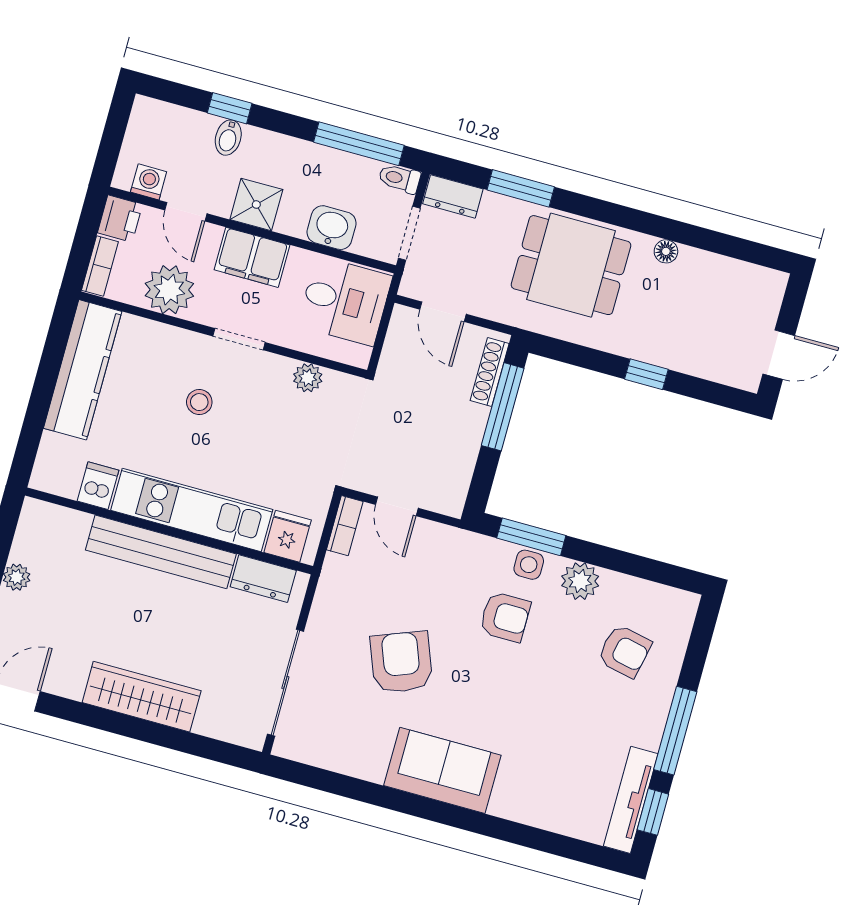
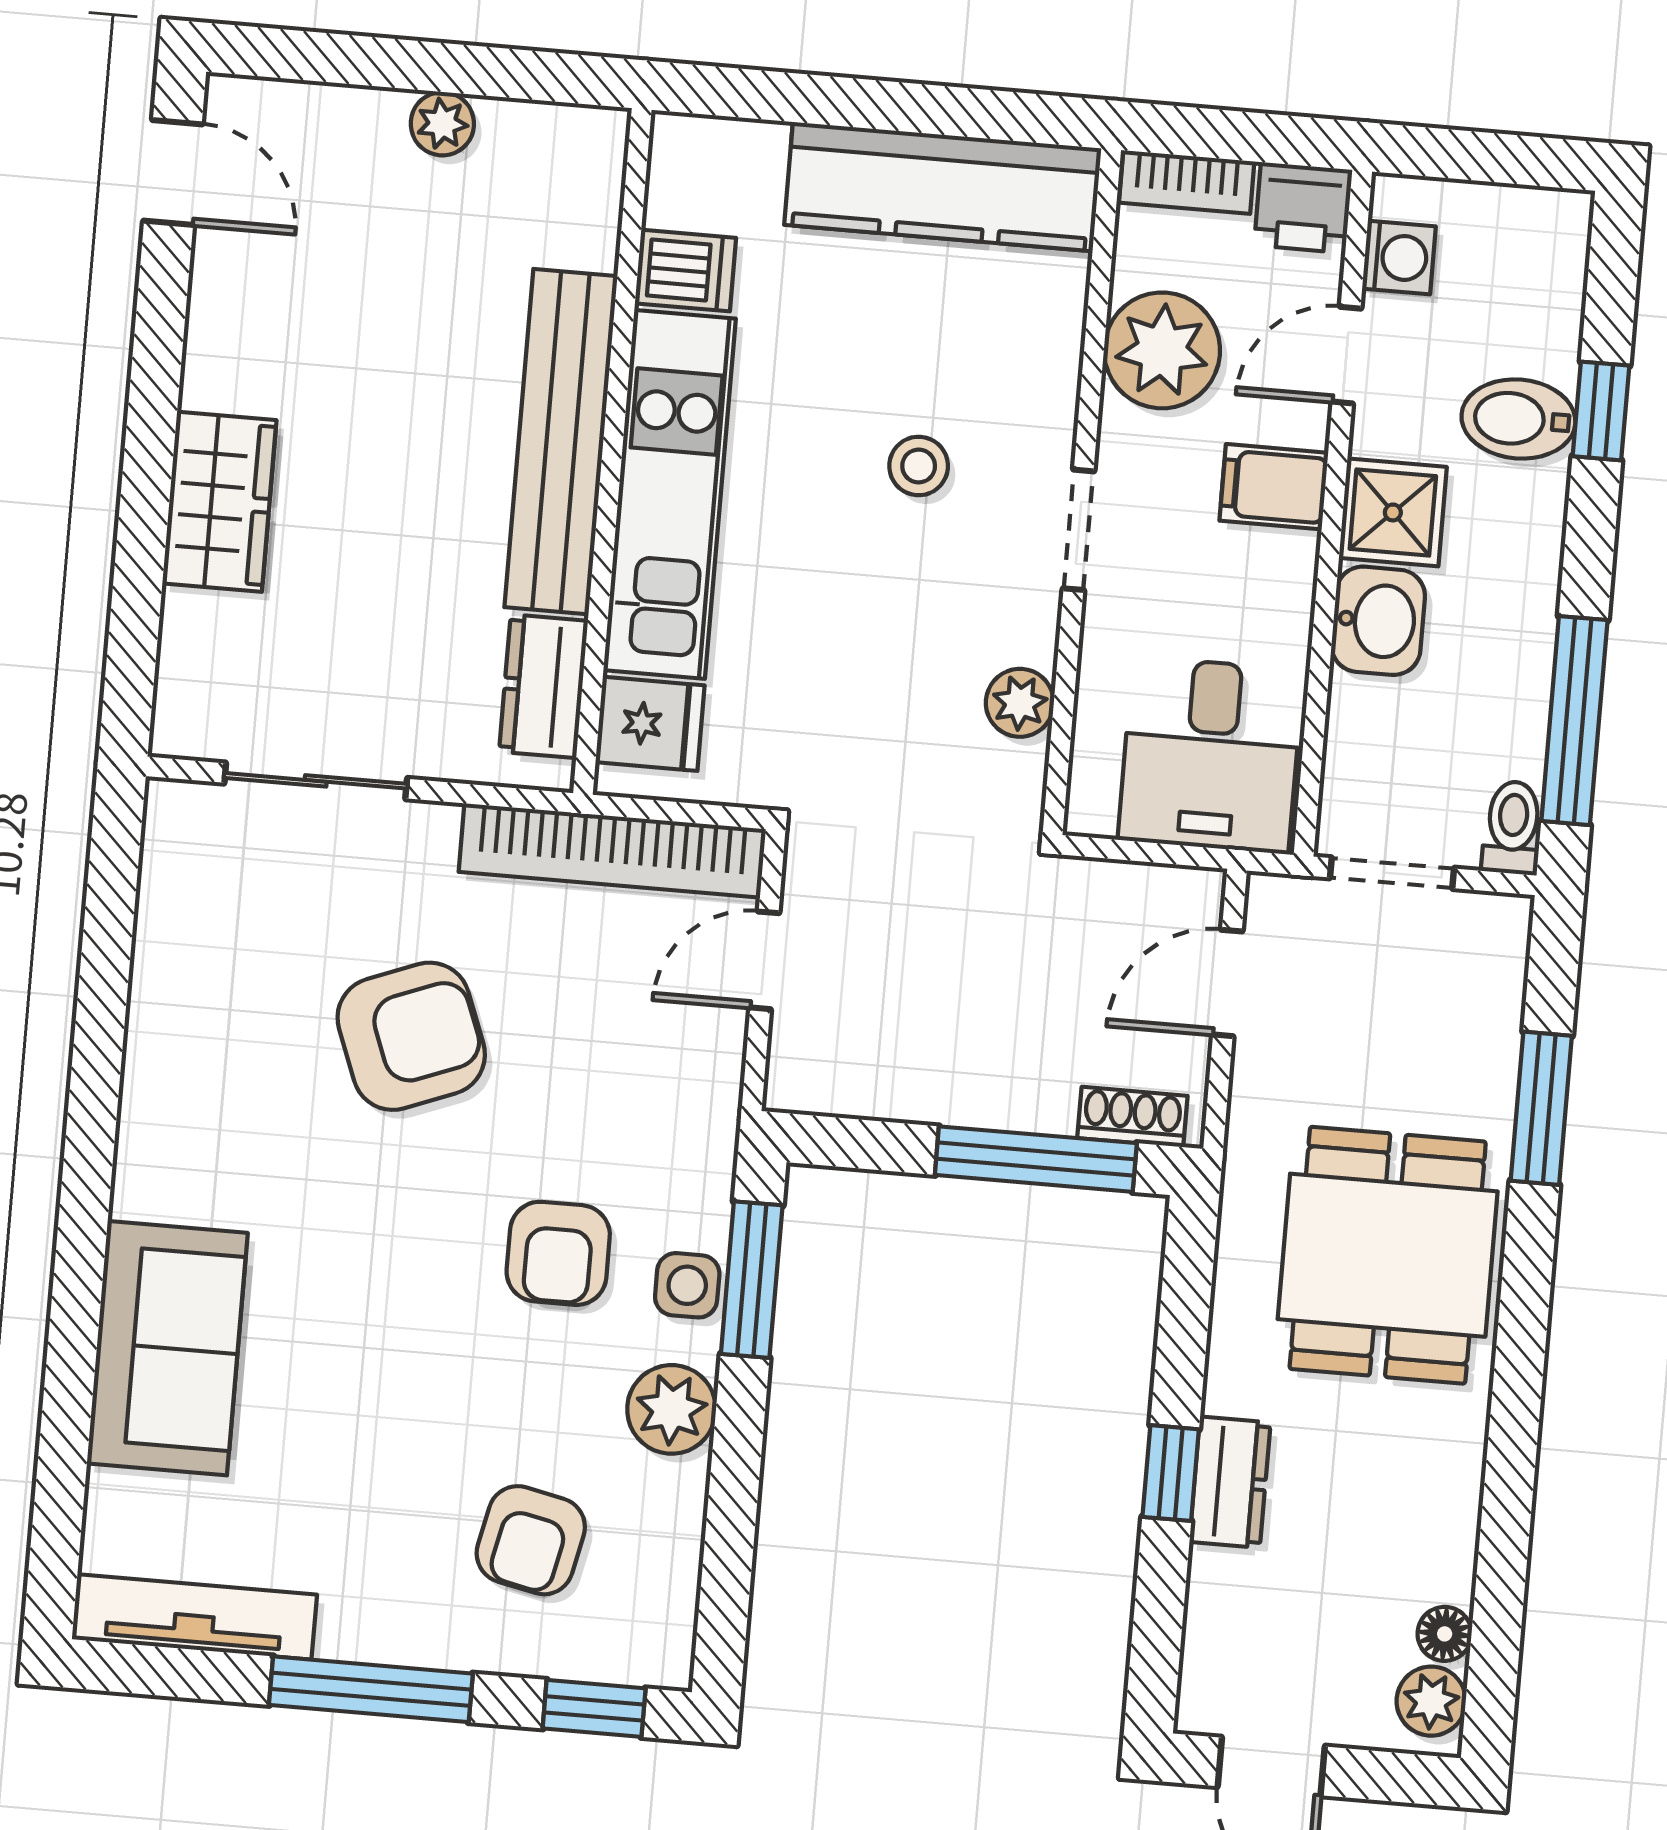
bidet: (228, 138) -> (1518, 419), width x1.38, depth x1.36
dresser: (453, 196) -> (1230, 1482), moved, turned 180
washbasin: (332, 228) -> (1378, 621), moved
floor lamp: (666, 251) -> (1445, 1634), moved
filing cabinet: (252, 257) -> (1274, 487), width x0.50
plant: (764, 282) -> (1431, 1701), added
shoe rack: (490, 372) -> (1132, 1117), width x0.70
bookcase: (345, 526) -> (612, 851), width x2.31, depth x1.31
sliding door: (285, 683) -> (316, 781), width x0.73
wardrobe: (142, 697) -> (219, 502), width x0.67
sofa: (442, 770) -> (167, 1348), moved
window: (653, 812) -> (594, 1708), moved

